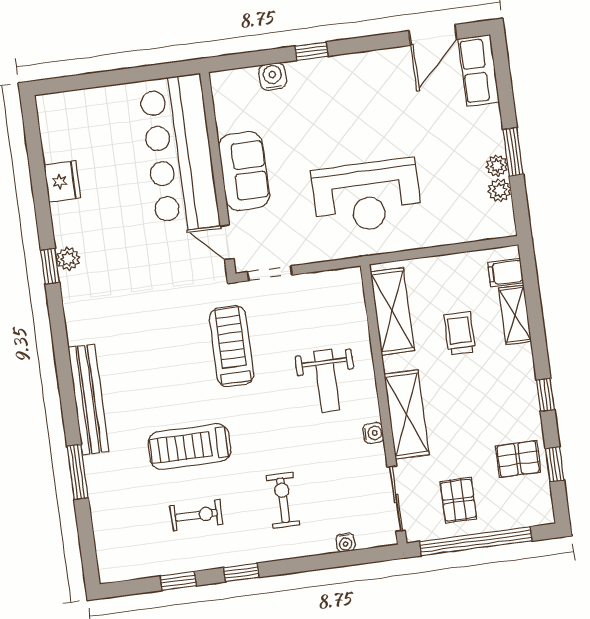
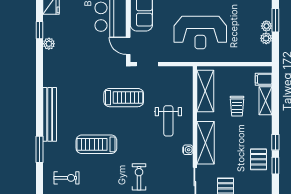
window: (50, 266) -> (40, 30), moved
trolley: (460, 333) -> (237, 106), turned 180
treadmill: (232, 346) -> (124, 98), turned 90
pallet: (518, 459) -> (258, 159), moved, turned 90
window: (555, 464) -> (275, 166), moved
exercise bike: (196, 515) -> (67, 178), moved

